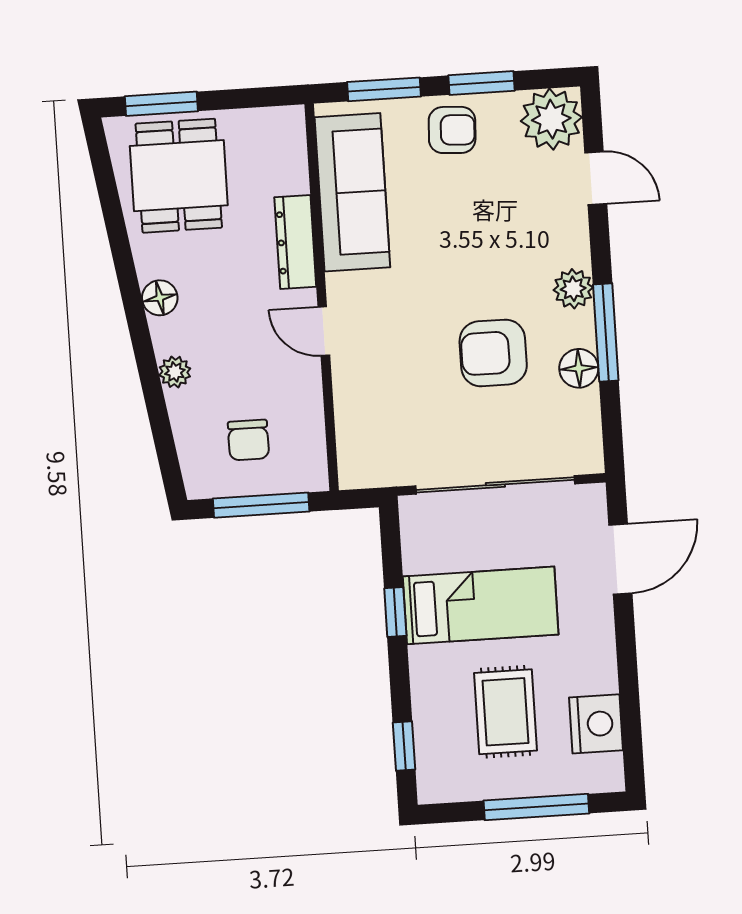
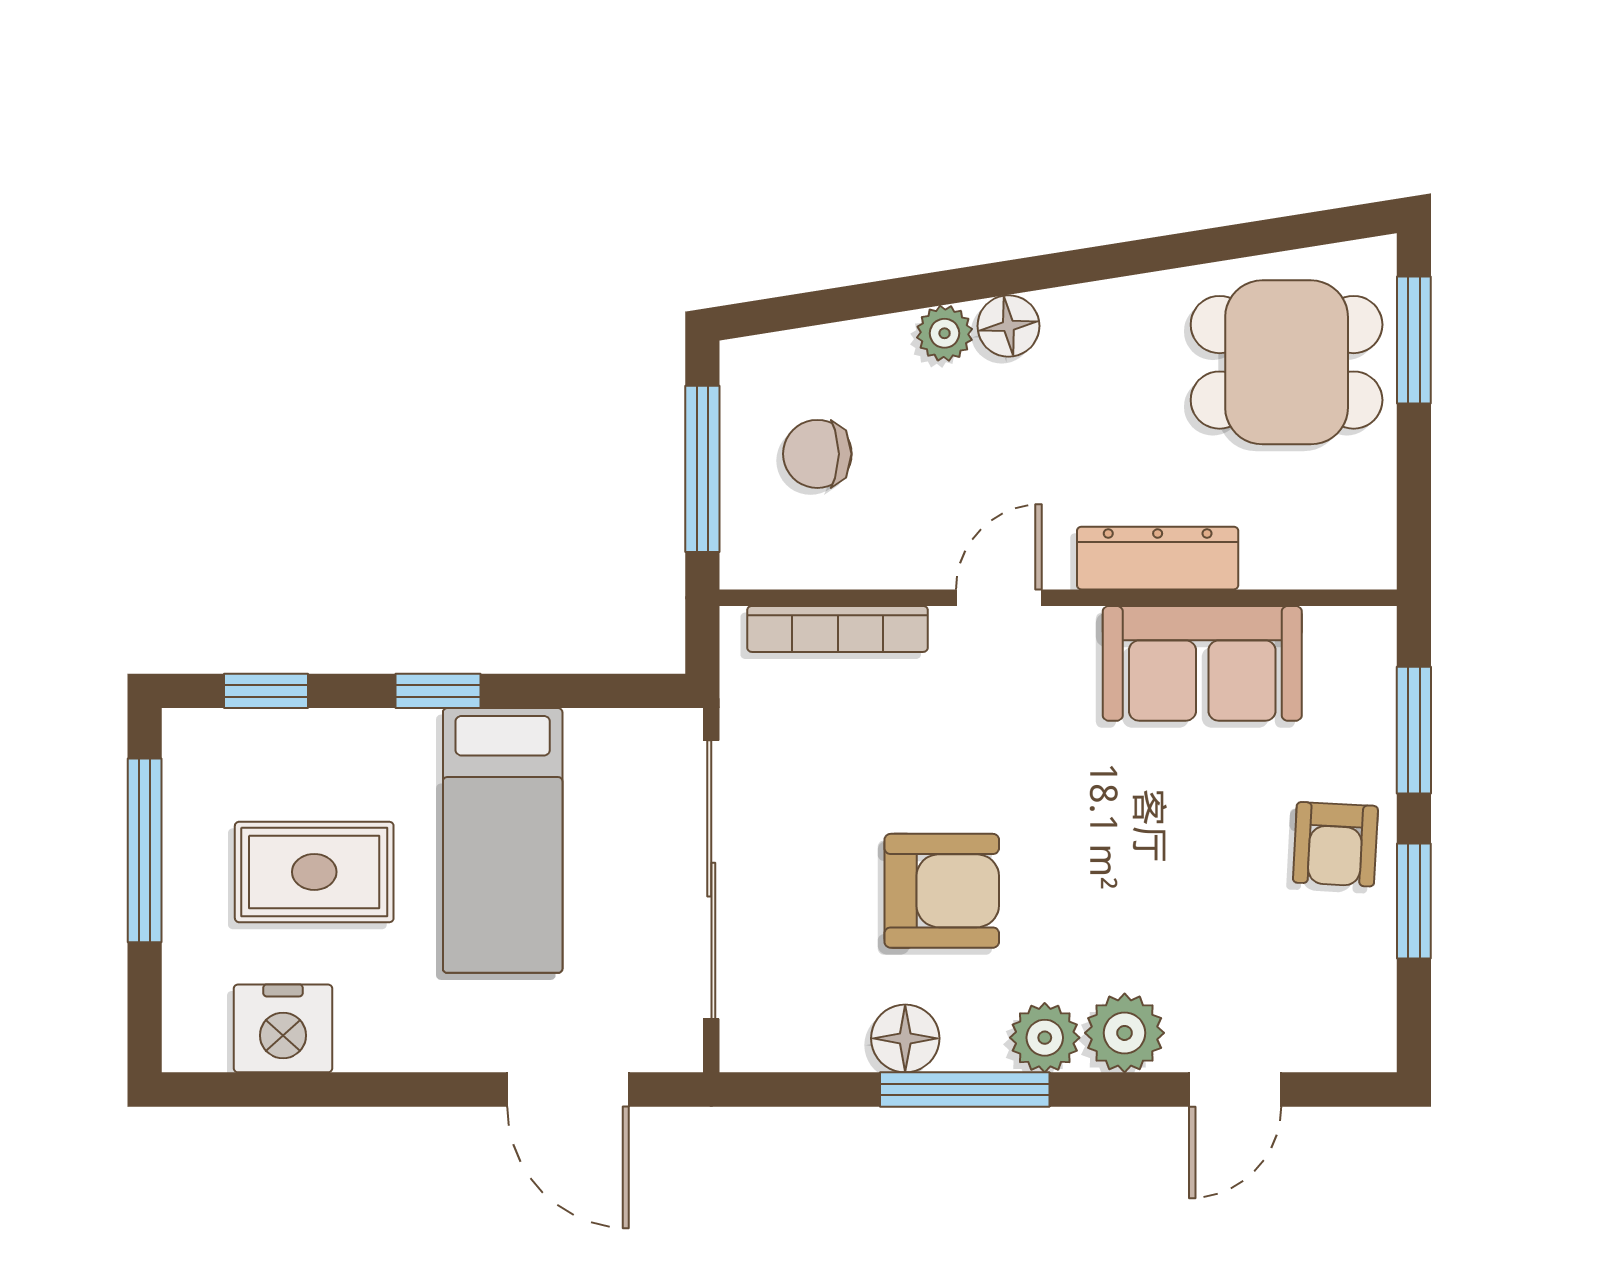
plant: (551, 119) -> (1125, 1033), moved, width x0.73, depth x0.73
sofa: (352, 192) -> (1202, 663), width x0.73
floor lamp: (160, 298) -> (1008, 326), moved
armchair: (493, 353) -> (942, 891), turned 90
bookcase: (348, 422) -> (838, 629), added
window: (395, 612) -> (438, 691), moved
window: (536, 807) -> (145, 850), moved

